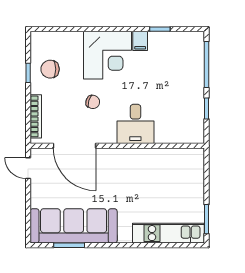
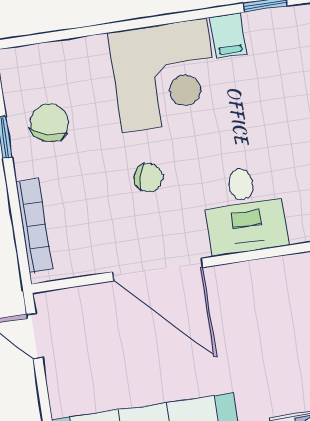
chair: (50, 69) -> (49, 123), turned 106
door: (74, 146) -> (158, 270), moved

